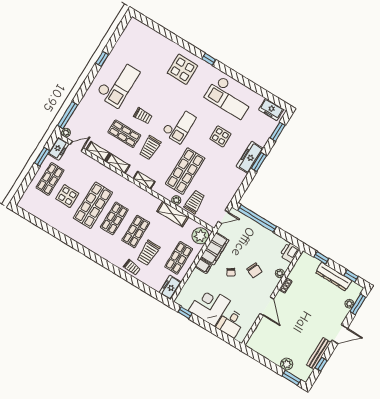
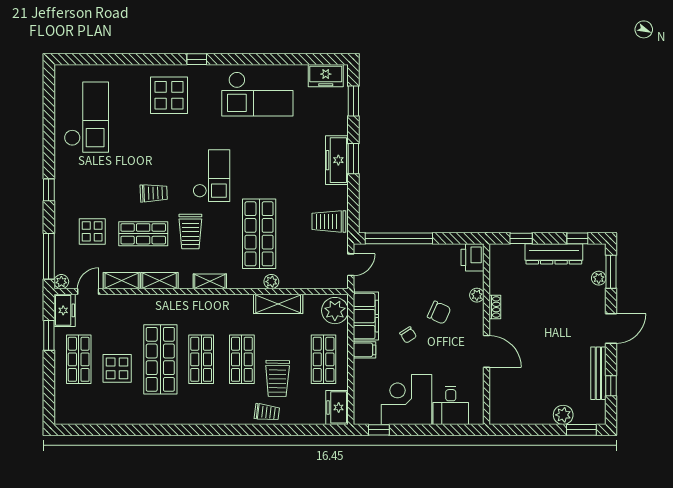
window: (102, 59) -> (49, 190), moved
checkout: (118, 83) -> (86, 117), moved
display table: (220, 136) -> (92, 231), moved
trolley: (195, 202) -> (329, 221), moved, turned -90

